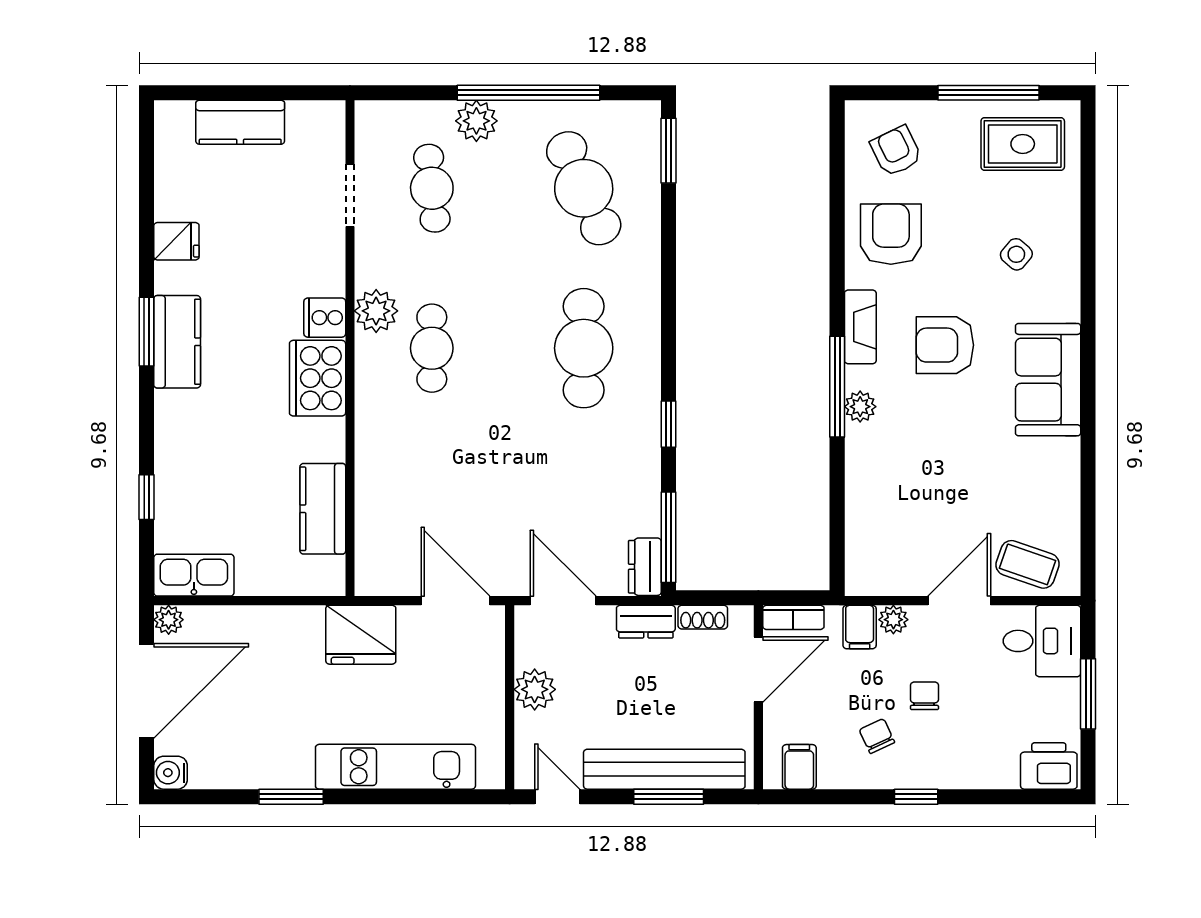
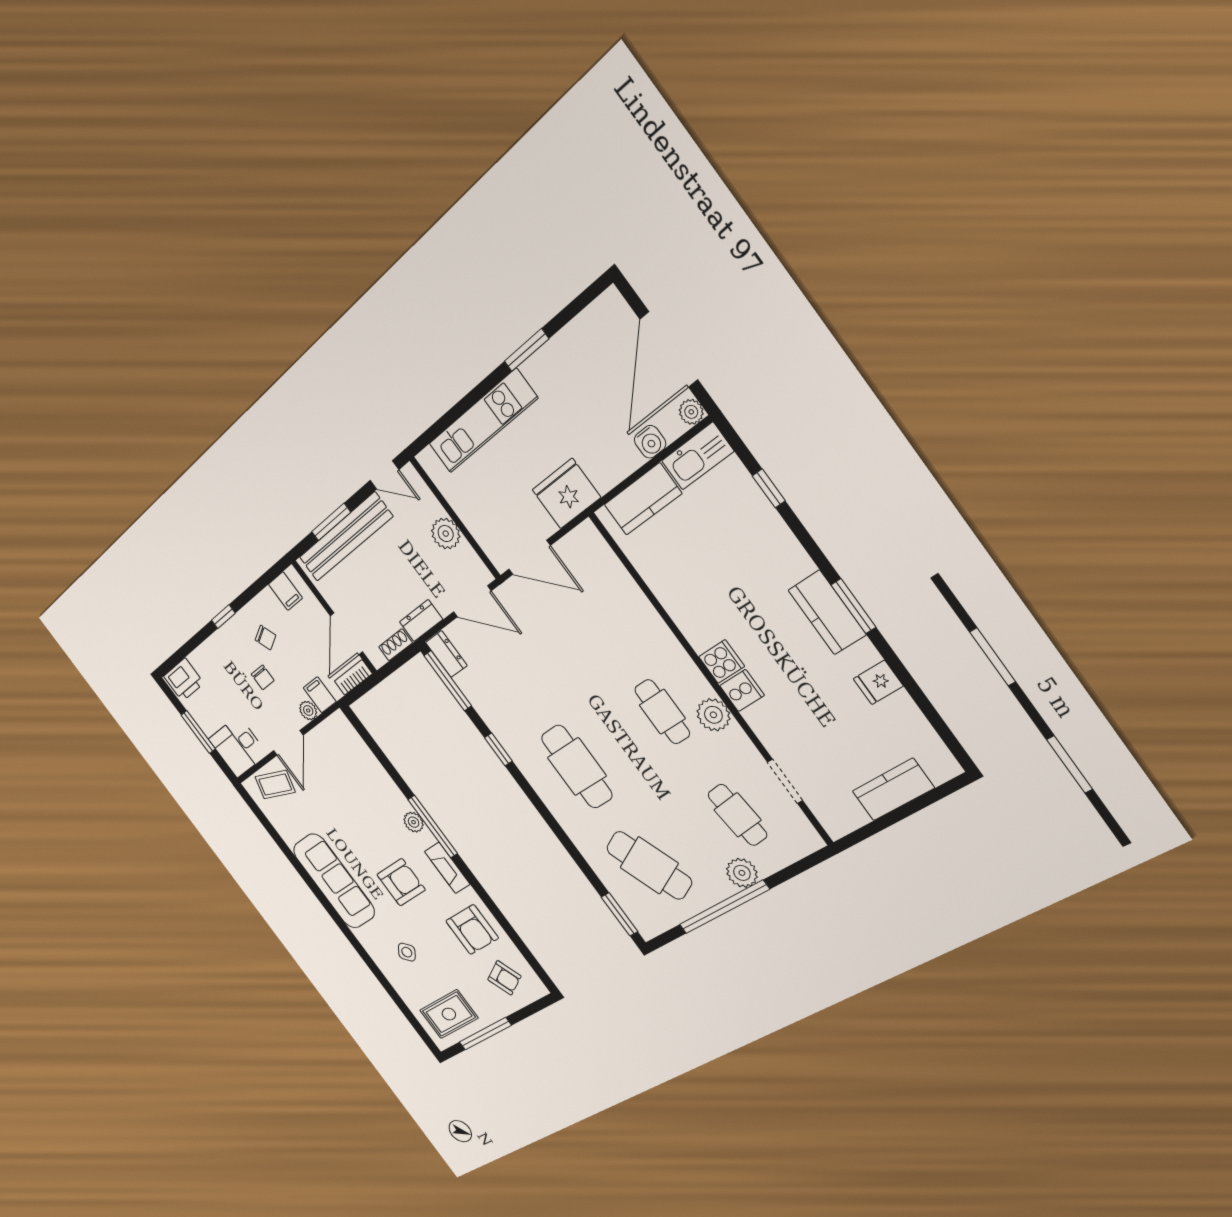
cooker: (318, 378) -> (722, 662), width x0.53, depth x0.76
sofa: (1048, 380) -> (334, 881), width x1.36
kitchen counter: (323, 509) -> (643, 499), moved, turned 90
water cooler: (171, 773) -> (650, 442), moved, turned 90

